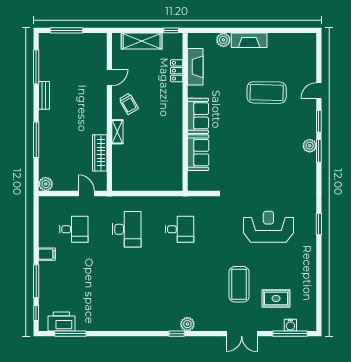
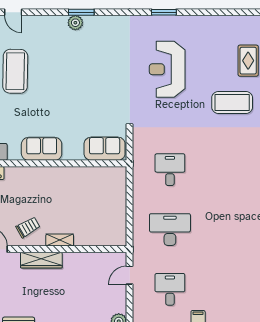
window: (319, 121) -> (48, 12), removed
wardrobe: (100, 153) -> (41, 260), moved
sofa: (198, 153) -> (105, 149), moved

